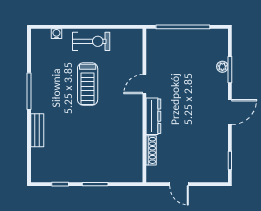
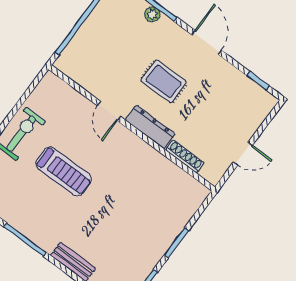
rug: (187, 104) -> (164, 81), added

